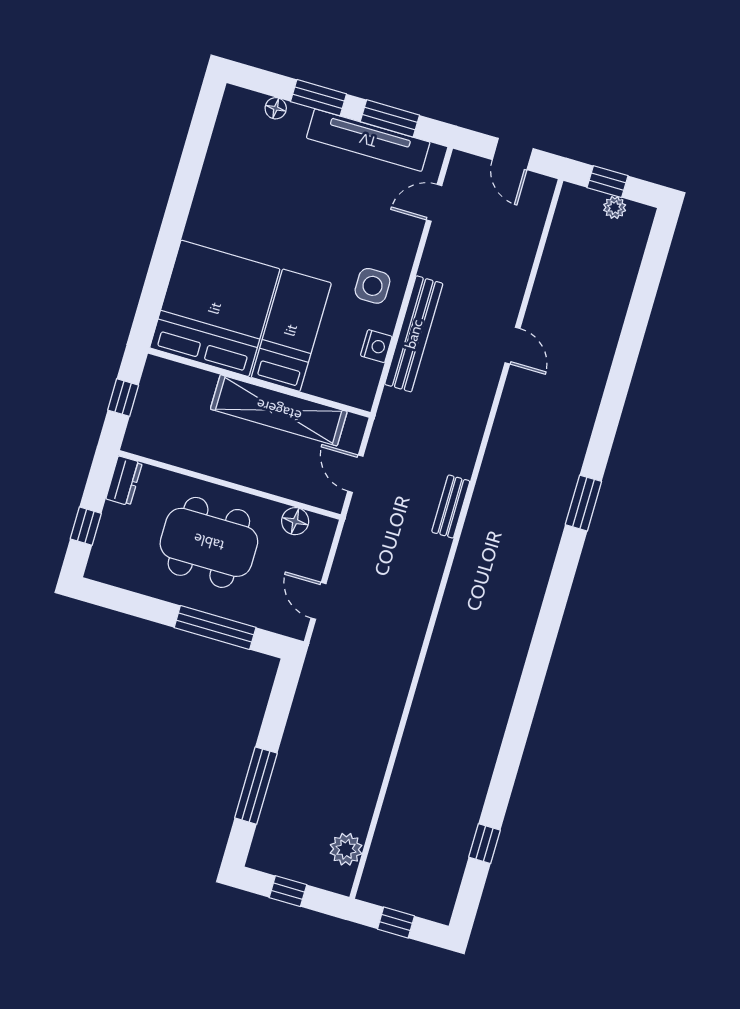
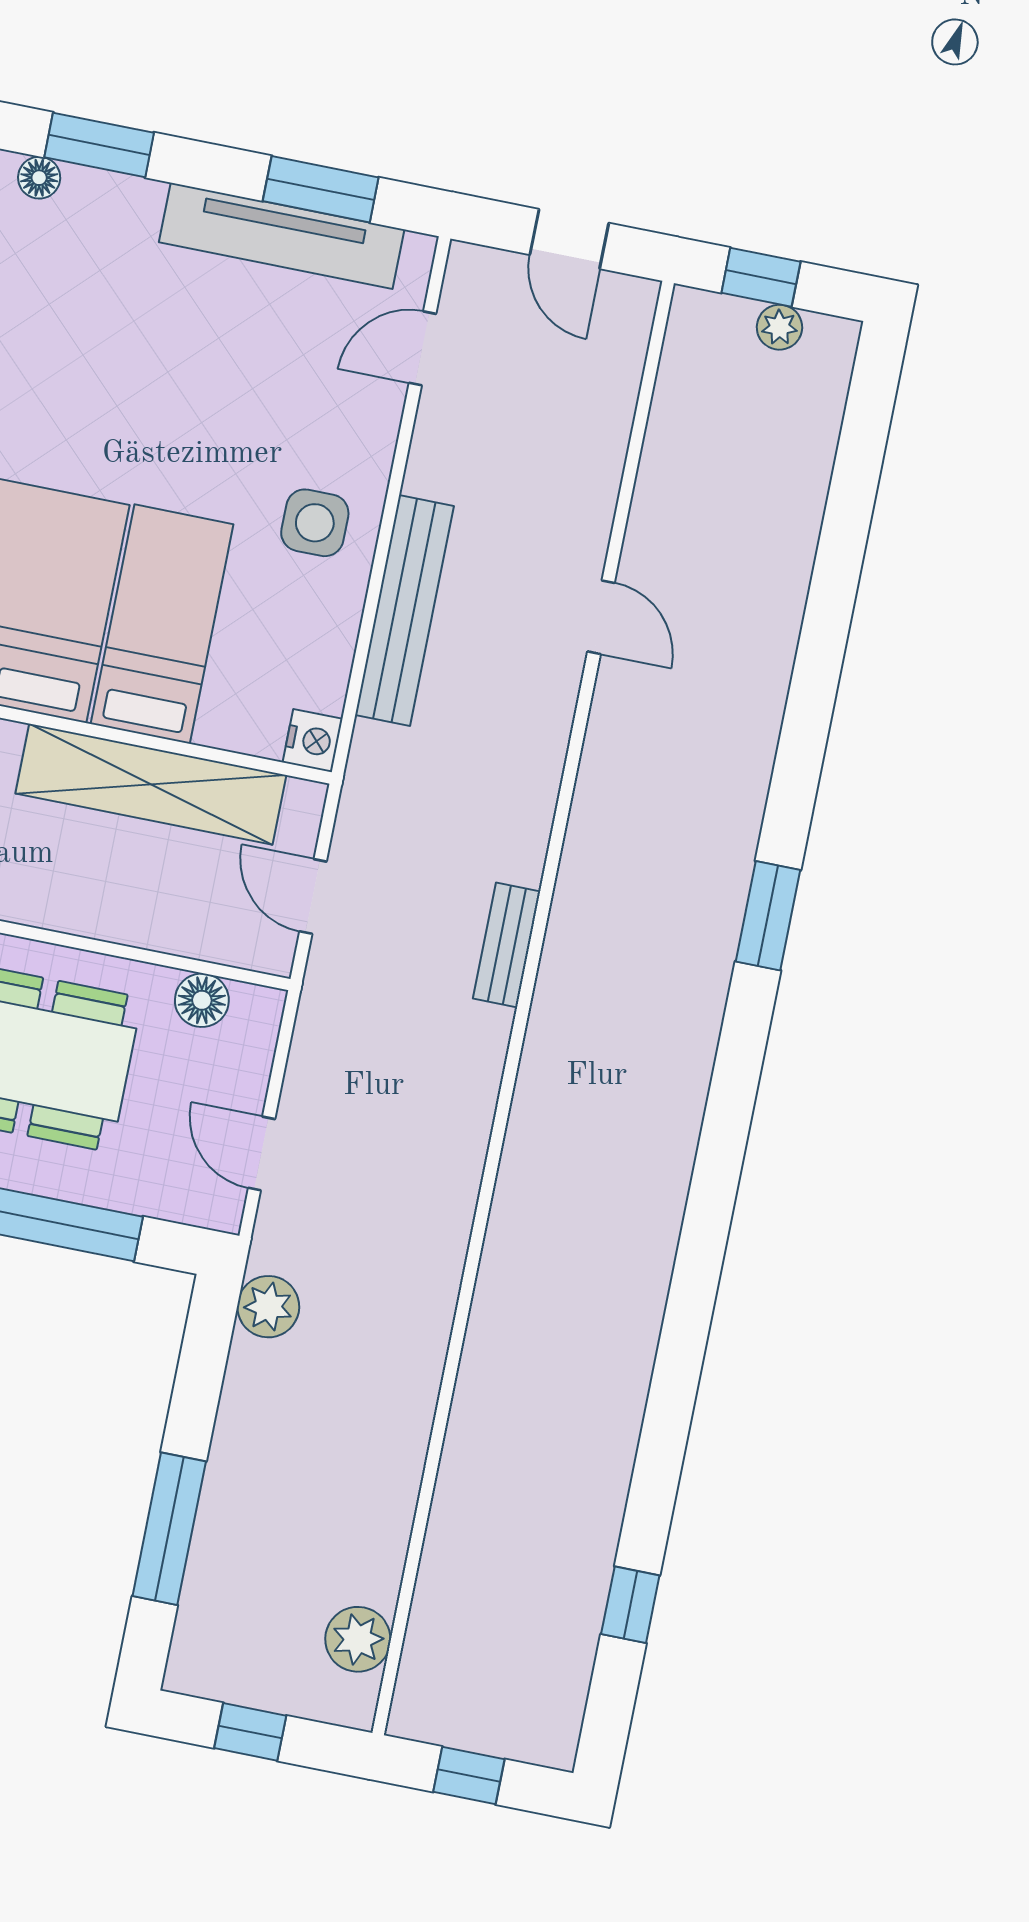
window: (319, 98) -> (99, 145), moved
floor lamp: (276, 108) -> (39, 178), moved
nightstand: (376, 346) -> (313, 741), moved
plant: (315, 678) -> (268, 1307), added

